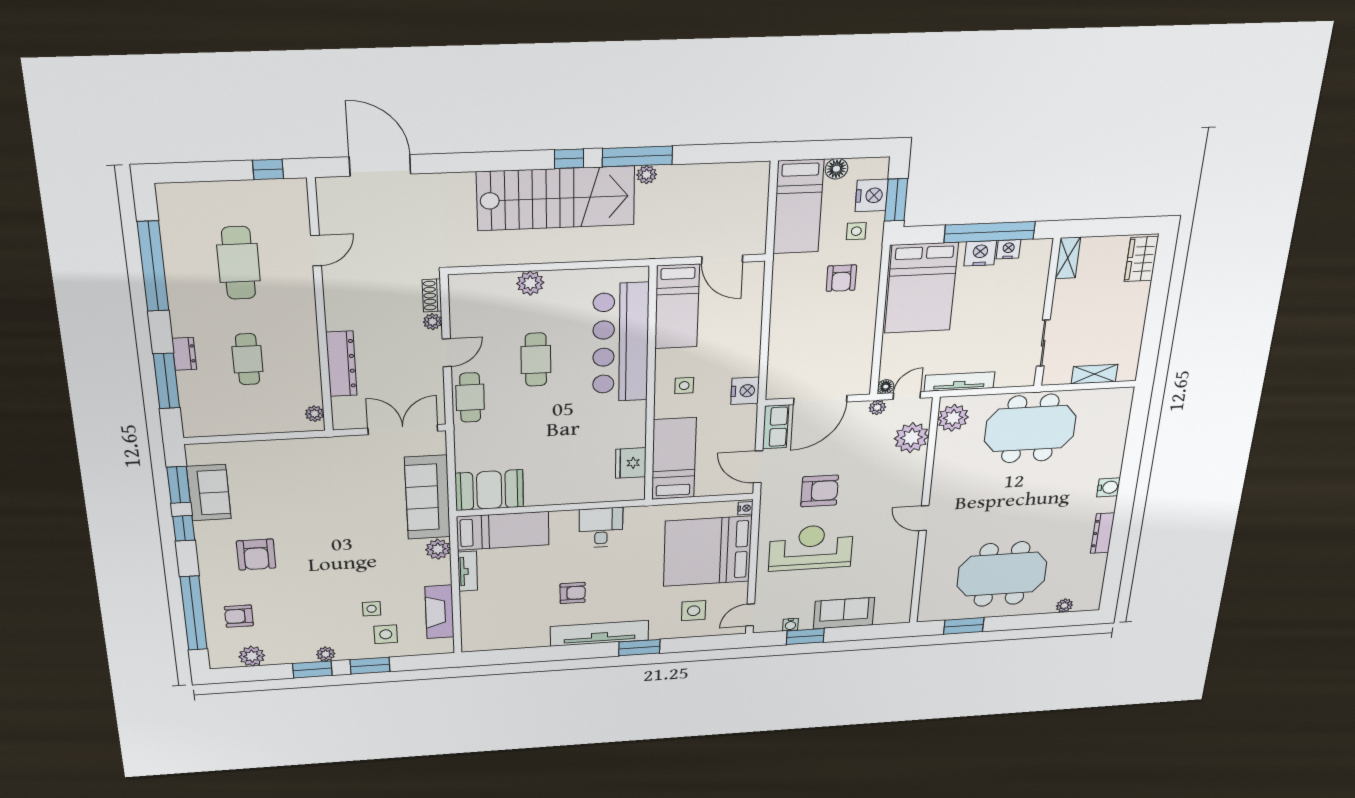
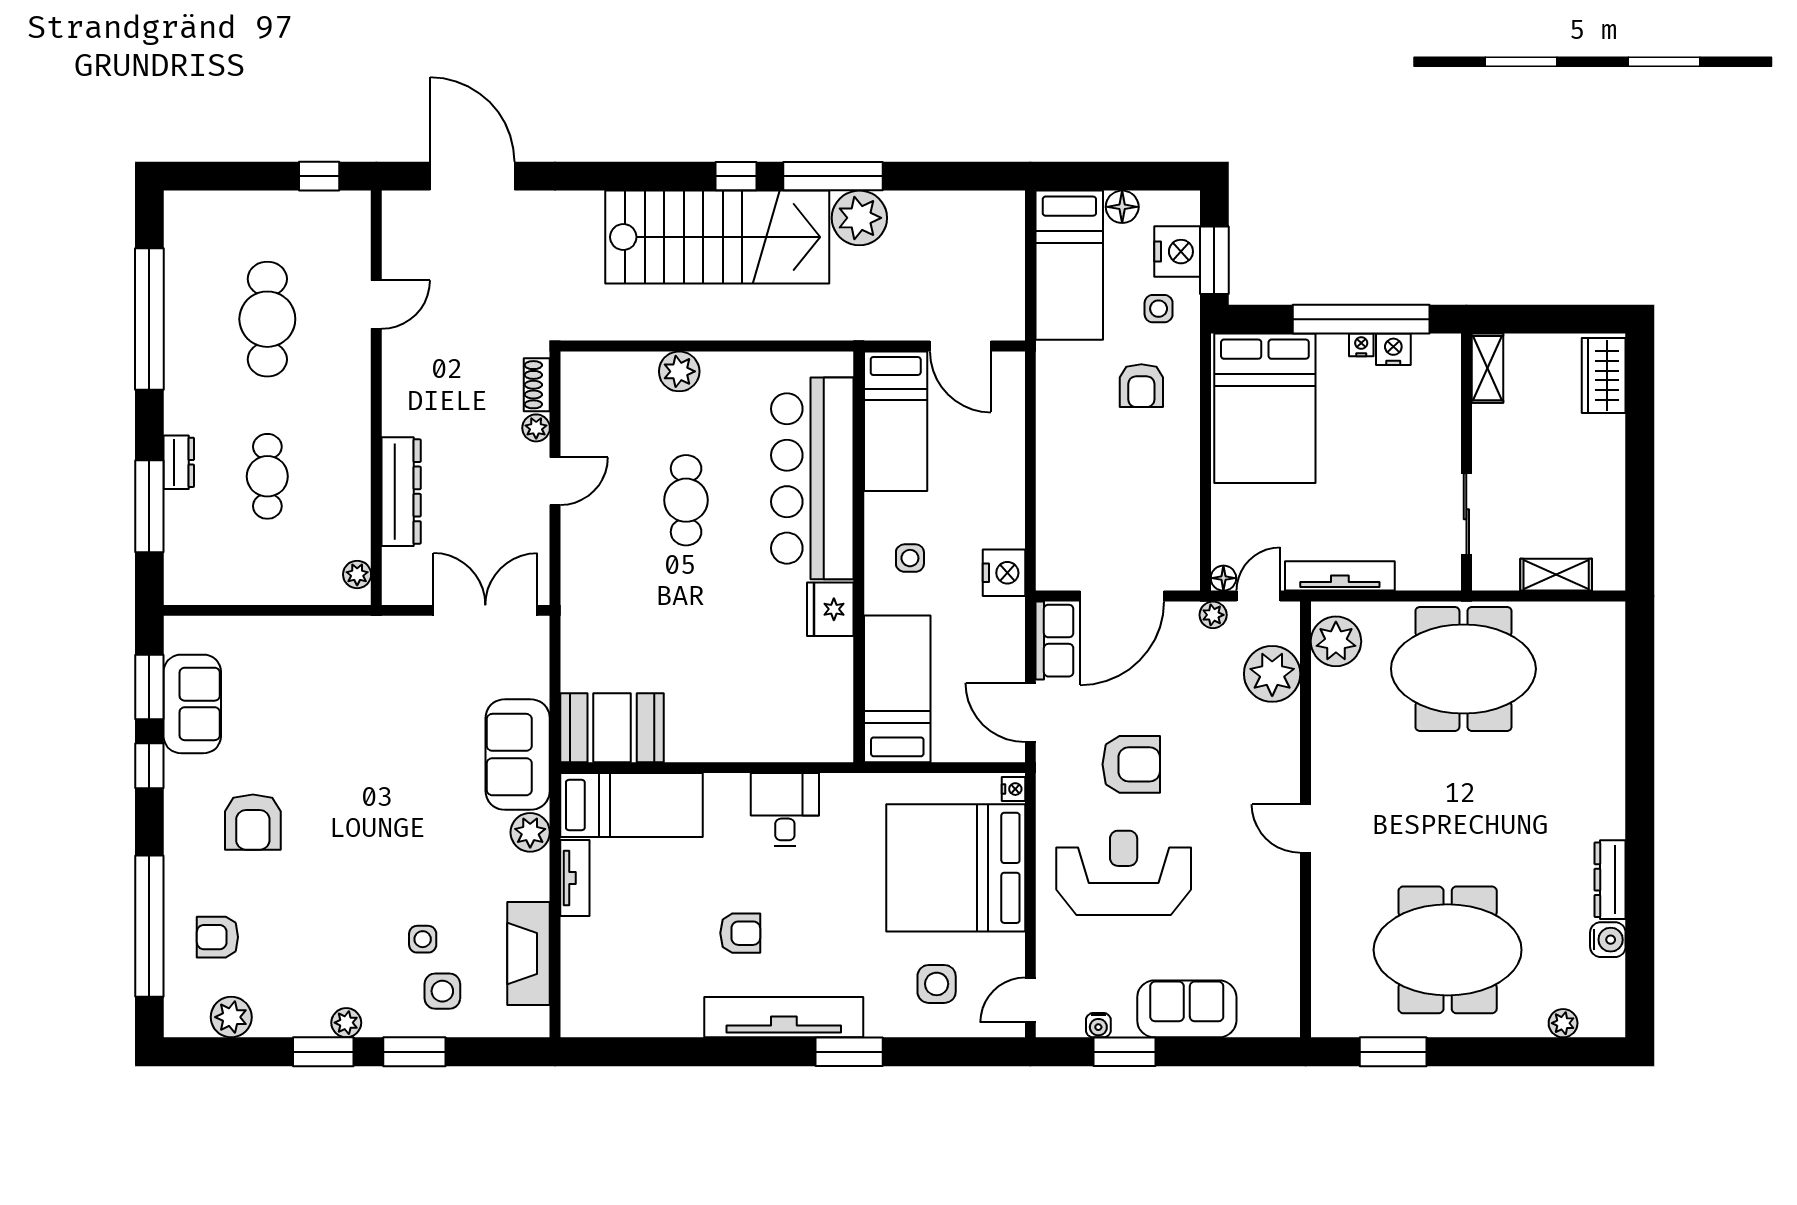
plant: (647, 175) -> (859, 218), width x1.88, depth x1.88
nightstand: (980, 253) -> (1361, 345), width x0.53, depth x0.56
cafe table: (470, 397) -> (587, 560), removed
fridge: (631, 463) -> (830, 609), moved
water cooler: (1108, 487) -> (1608, 940), moved
sofa: (428, 497) -> (518, 755), width x0.73

